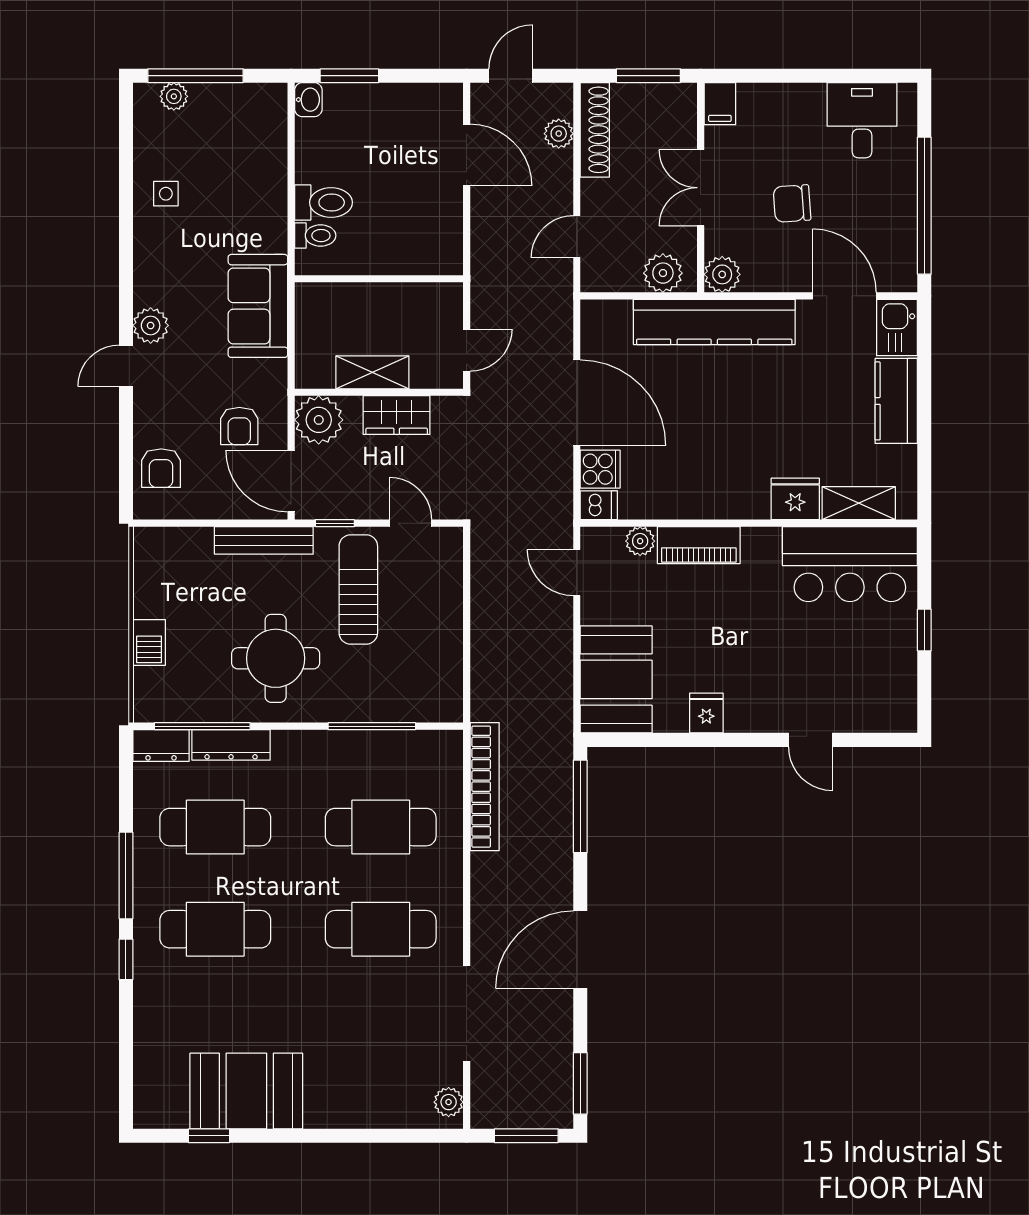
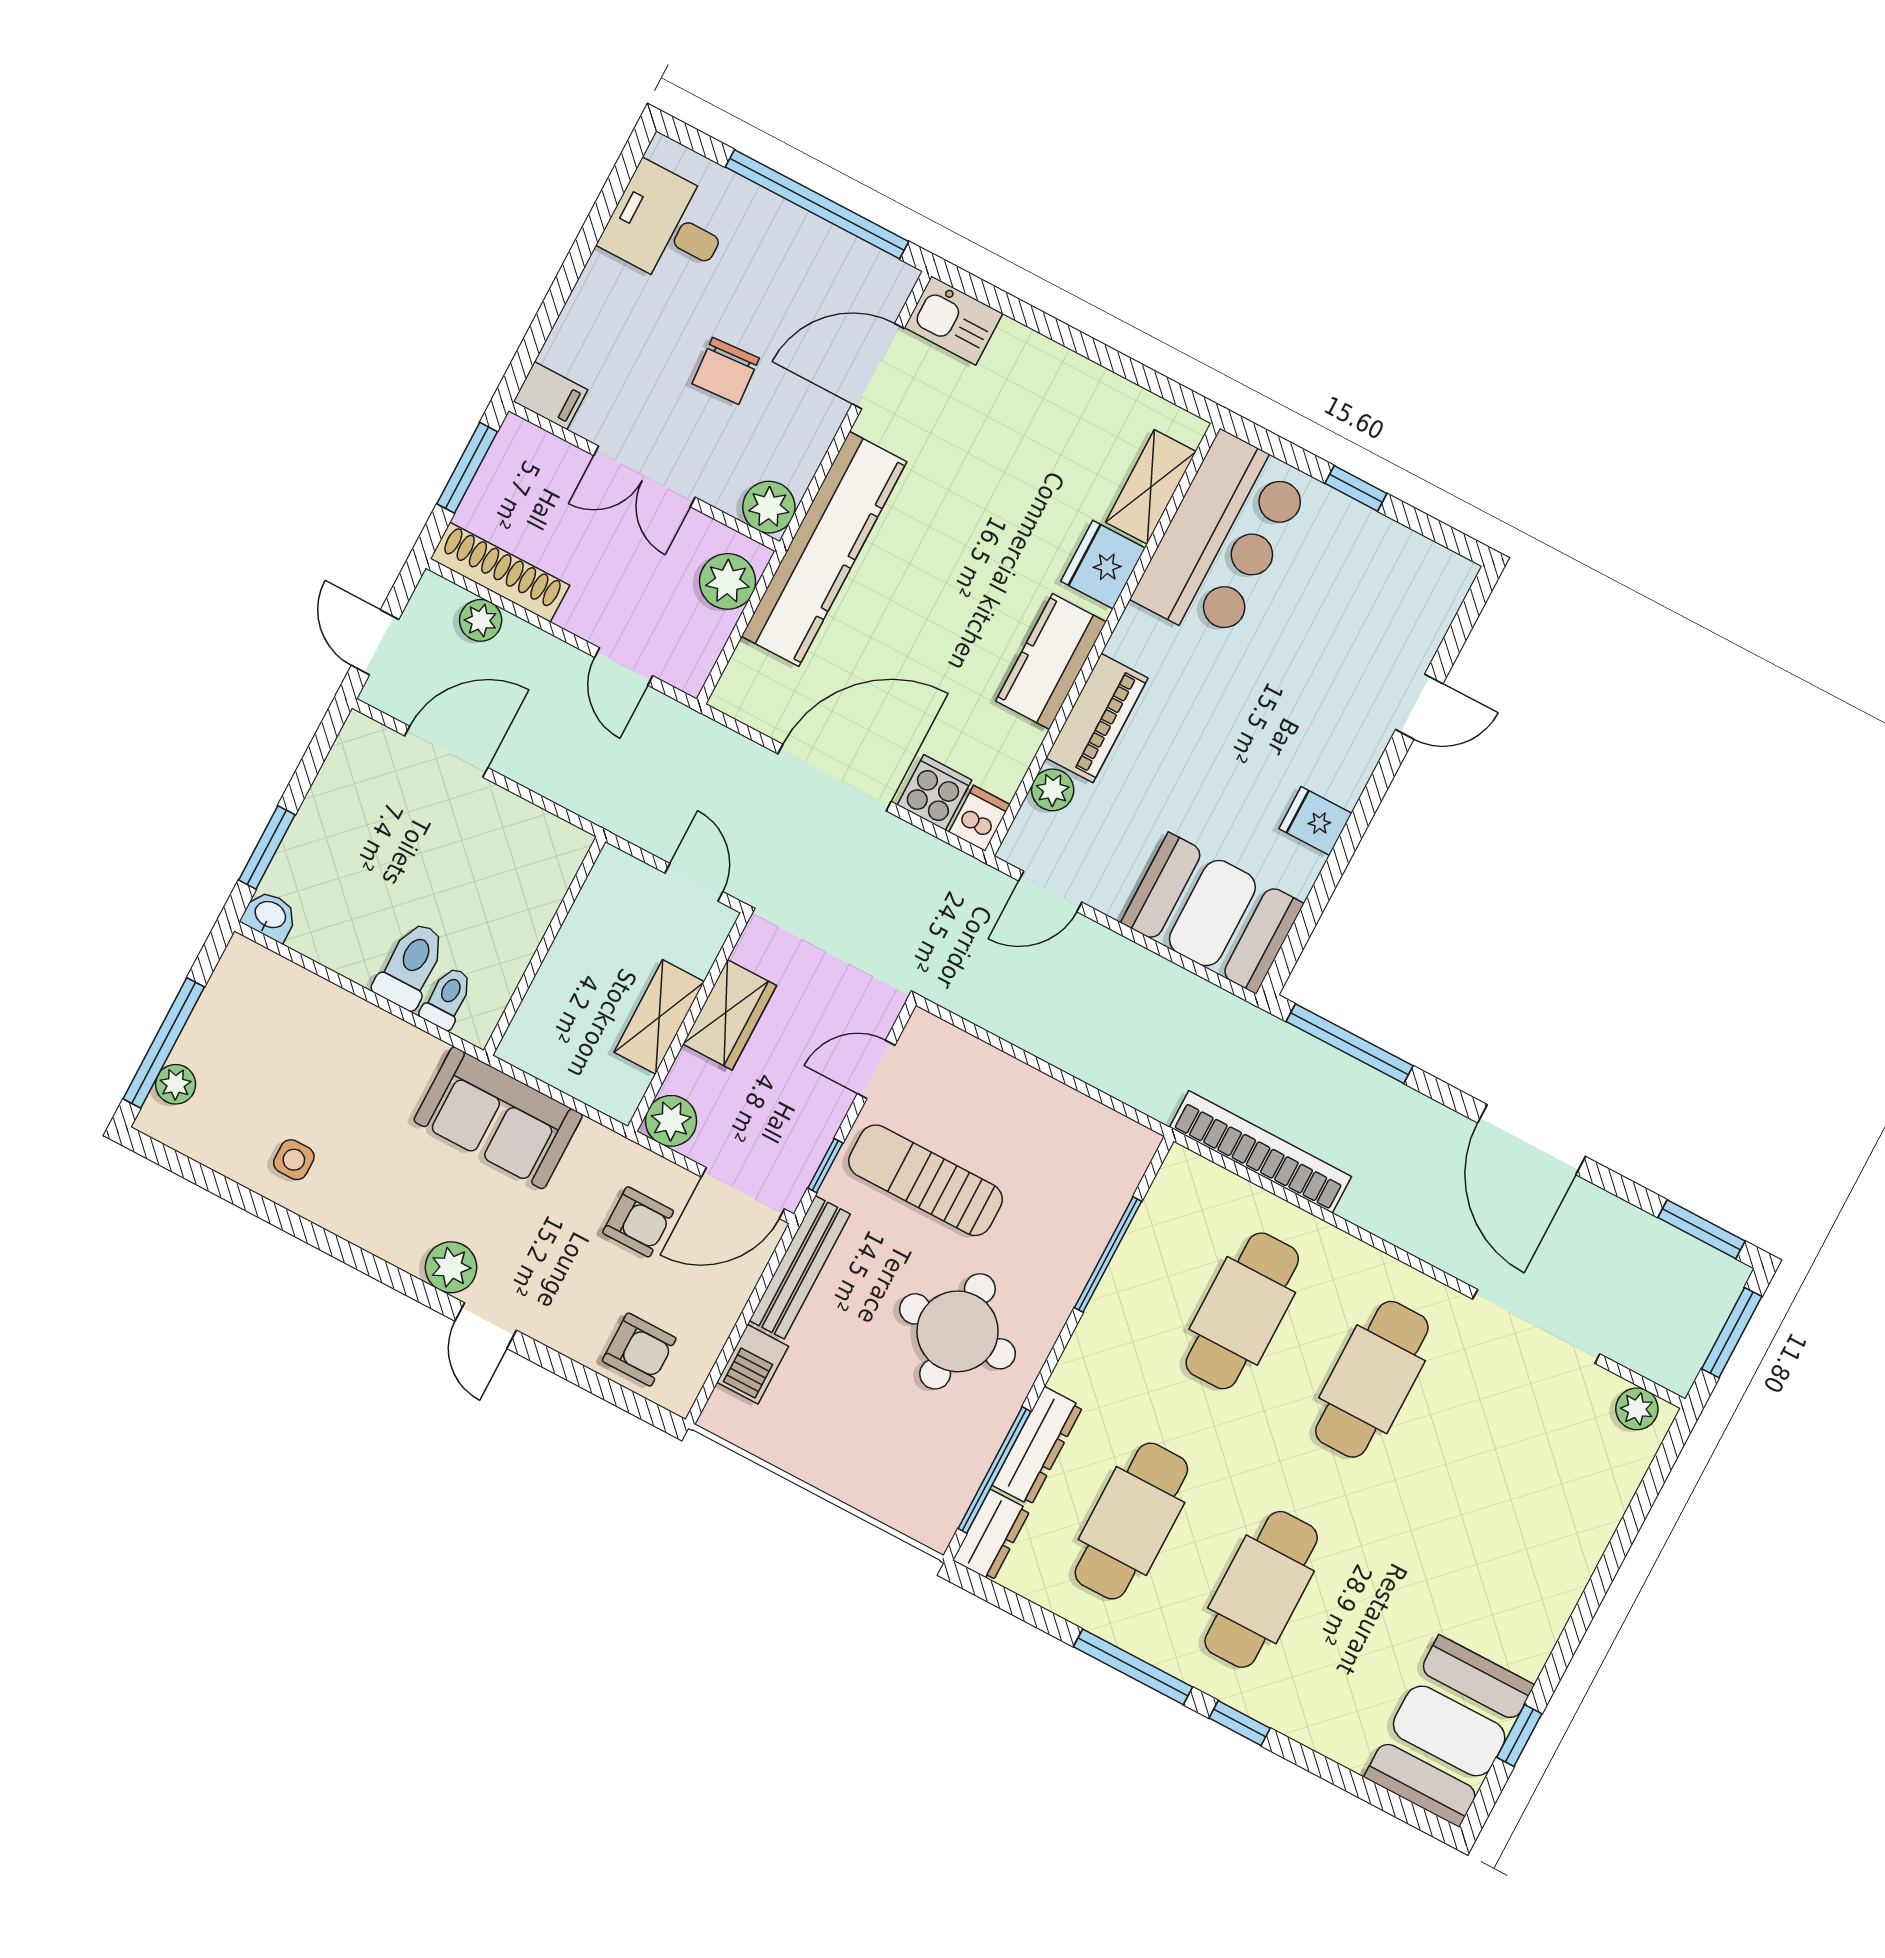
kitchen counter: (896, 401) -> (1051, 661), moved, turned 90
plant: (319, 420) -> (671, 1121), width x0.73, depth x0.73
barbecue: (149, 643) -> (753, 1364), moved, turned 90
booth: (246, 1091) -> (1449, 1731), moved

